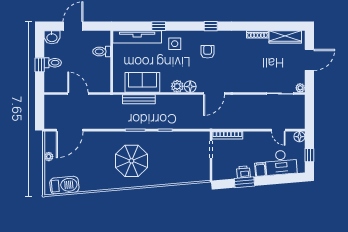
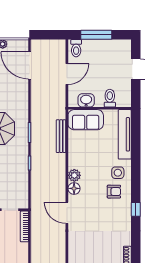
window: (159, 26) -> (136, 156), removed
washbasin: (52, 37) -> (86, 100), moved, turned 90
armchair: (208, 52) -> (114, 192), moved
toilet: (53, 63) -> (76, 48), moved
window: (40, 65) -> (96, 35), width x2.17
sofa: (142, 82) -> (86, 120), moved, turned 90

